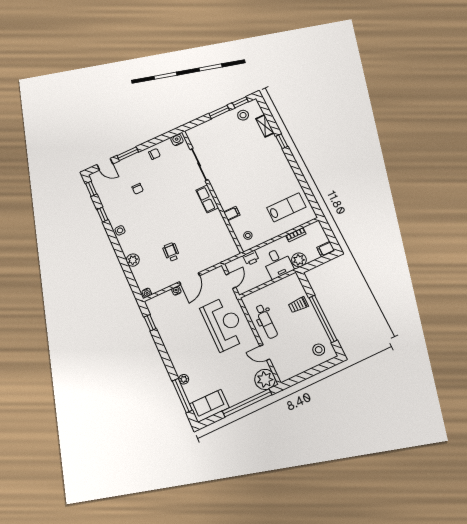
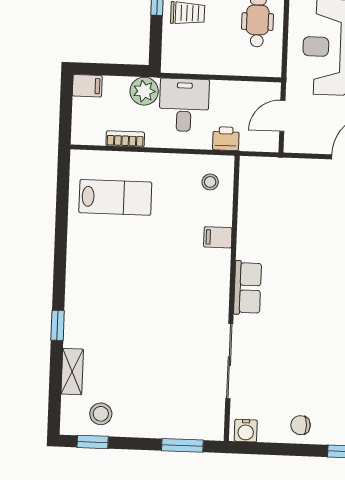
window: (219, 112) -> (182, 445), moved
lab bench: (286, 207) -> (115, 197), turned 180

